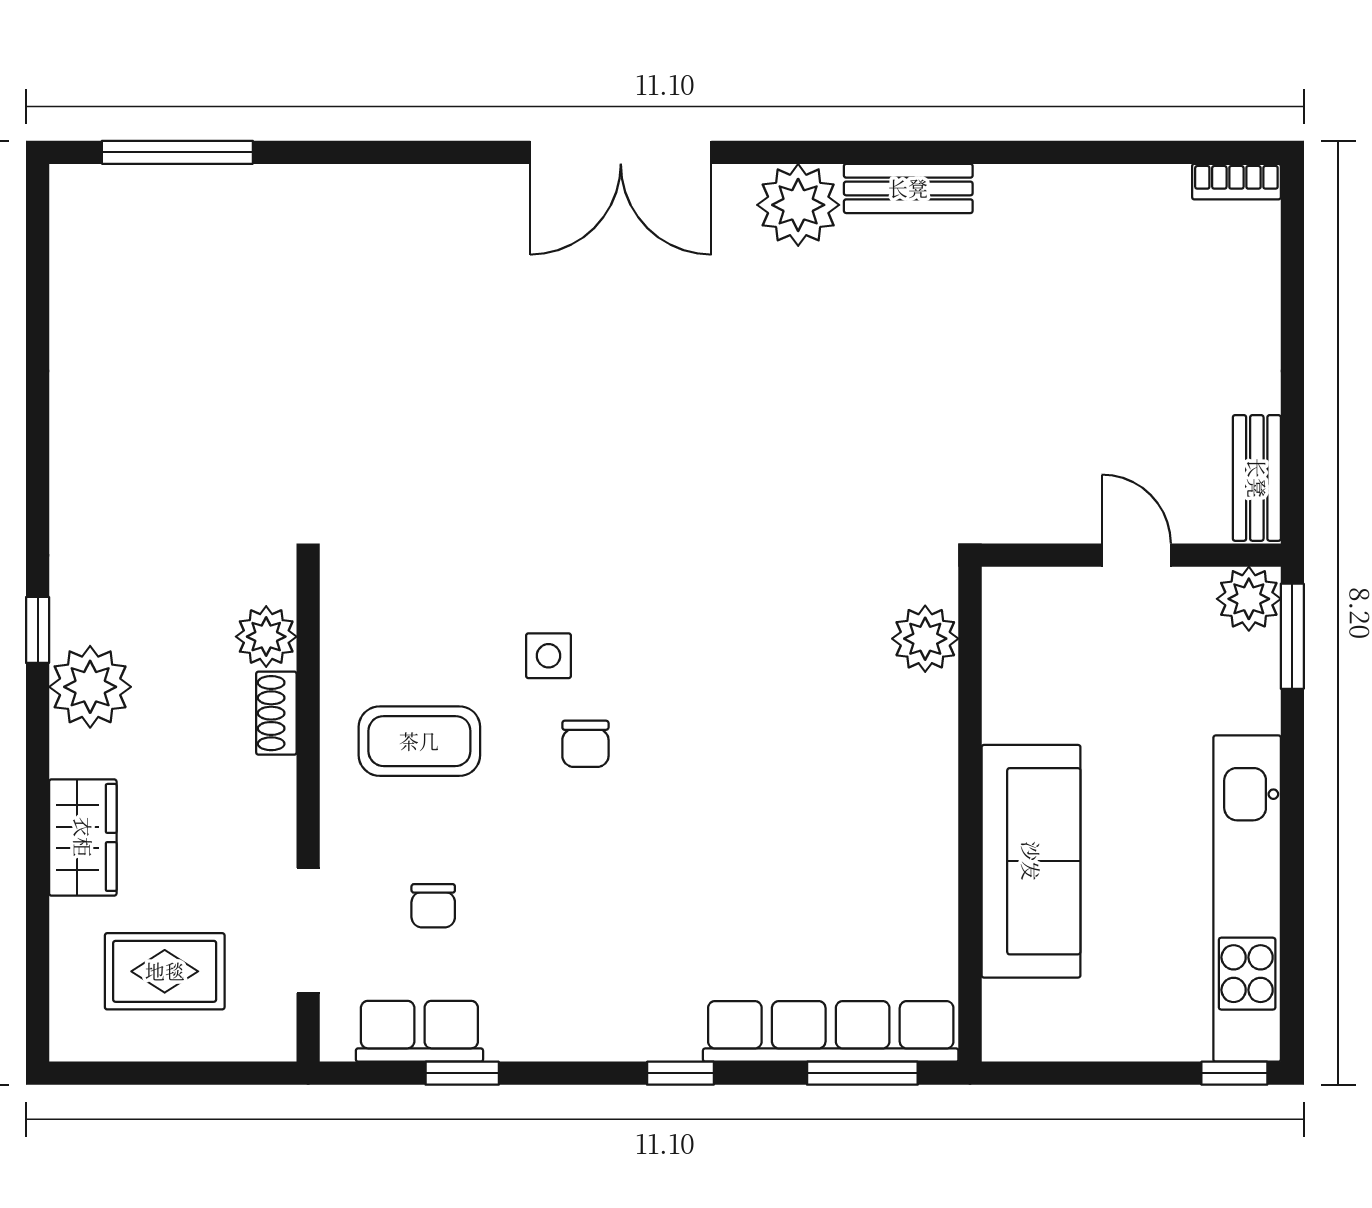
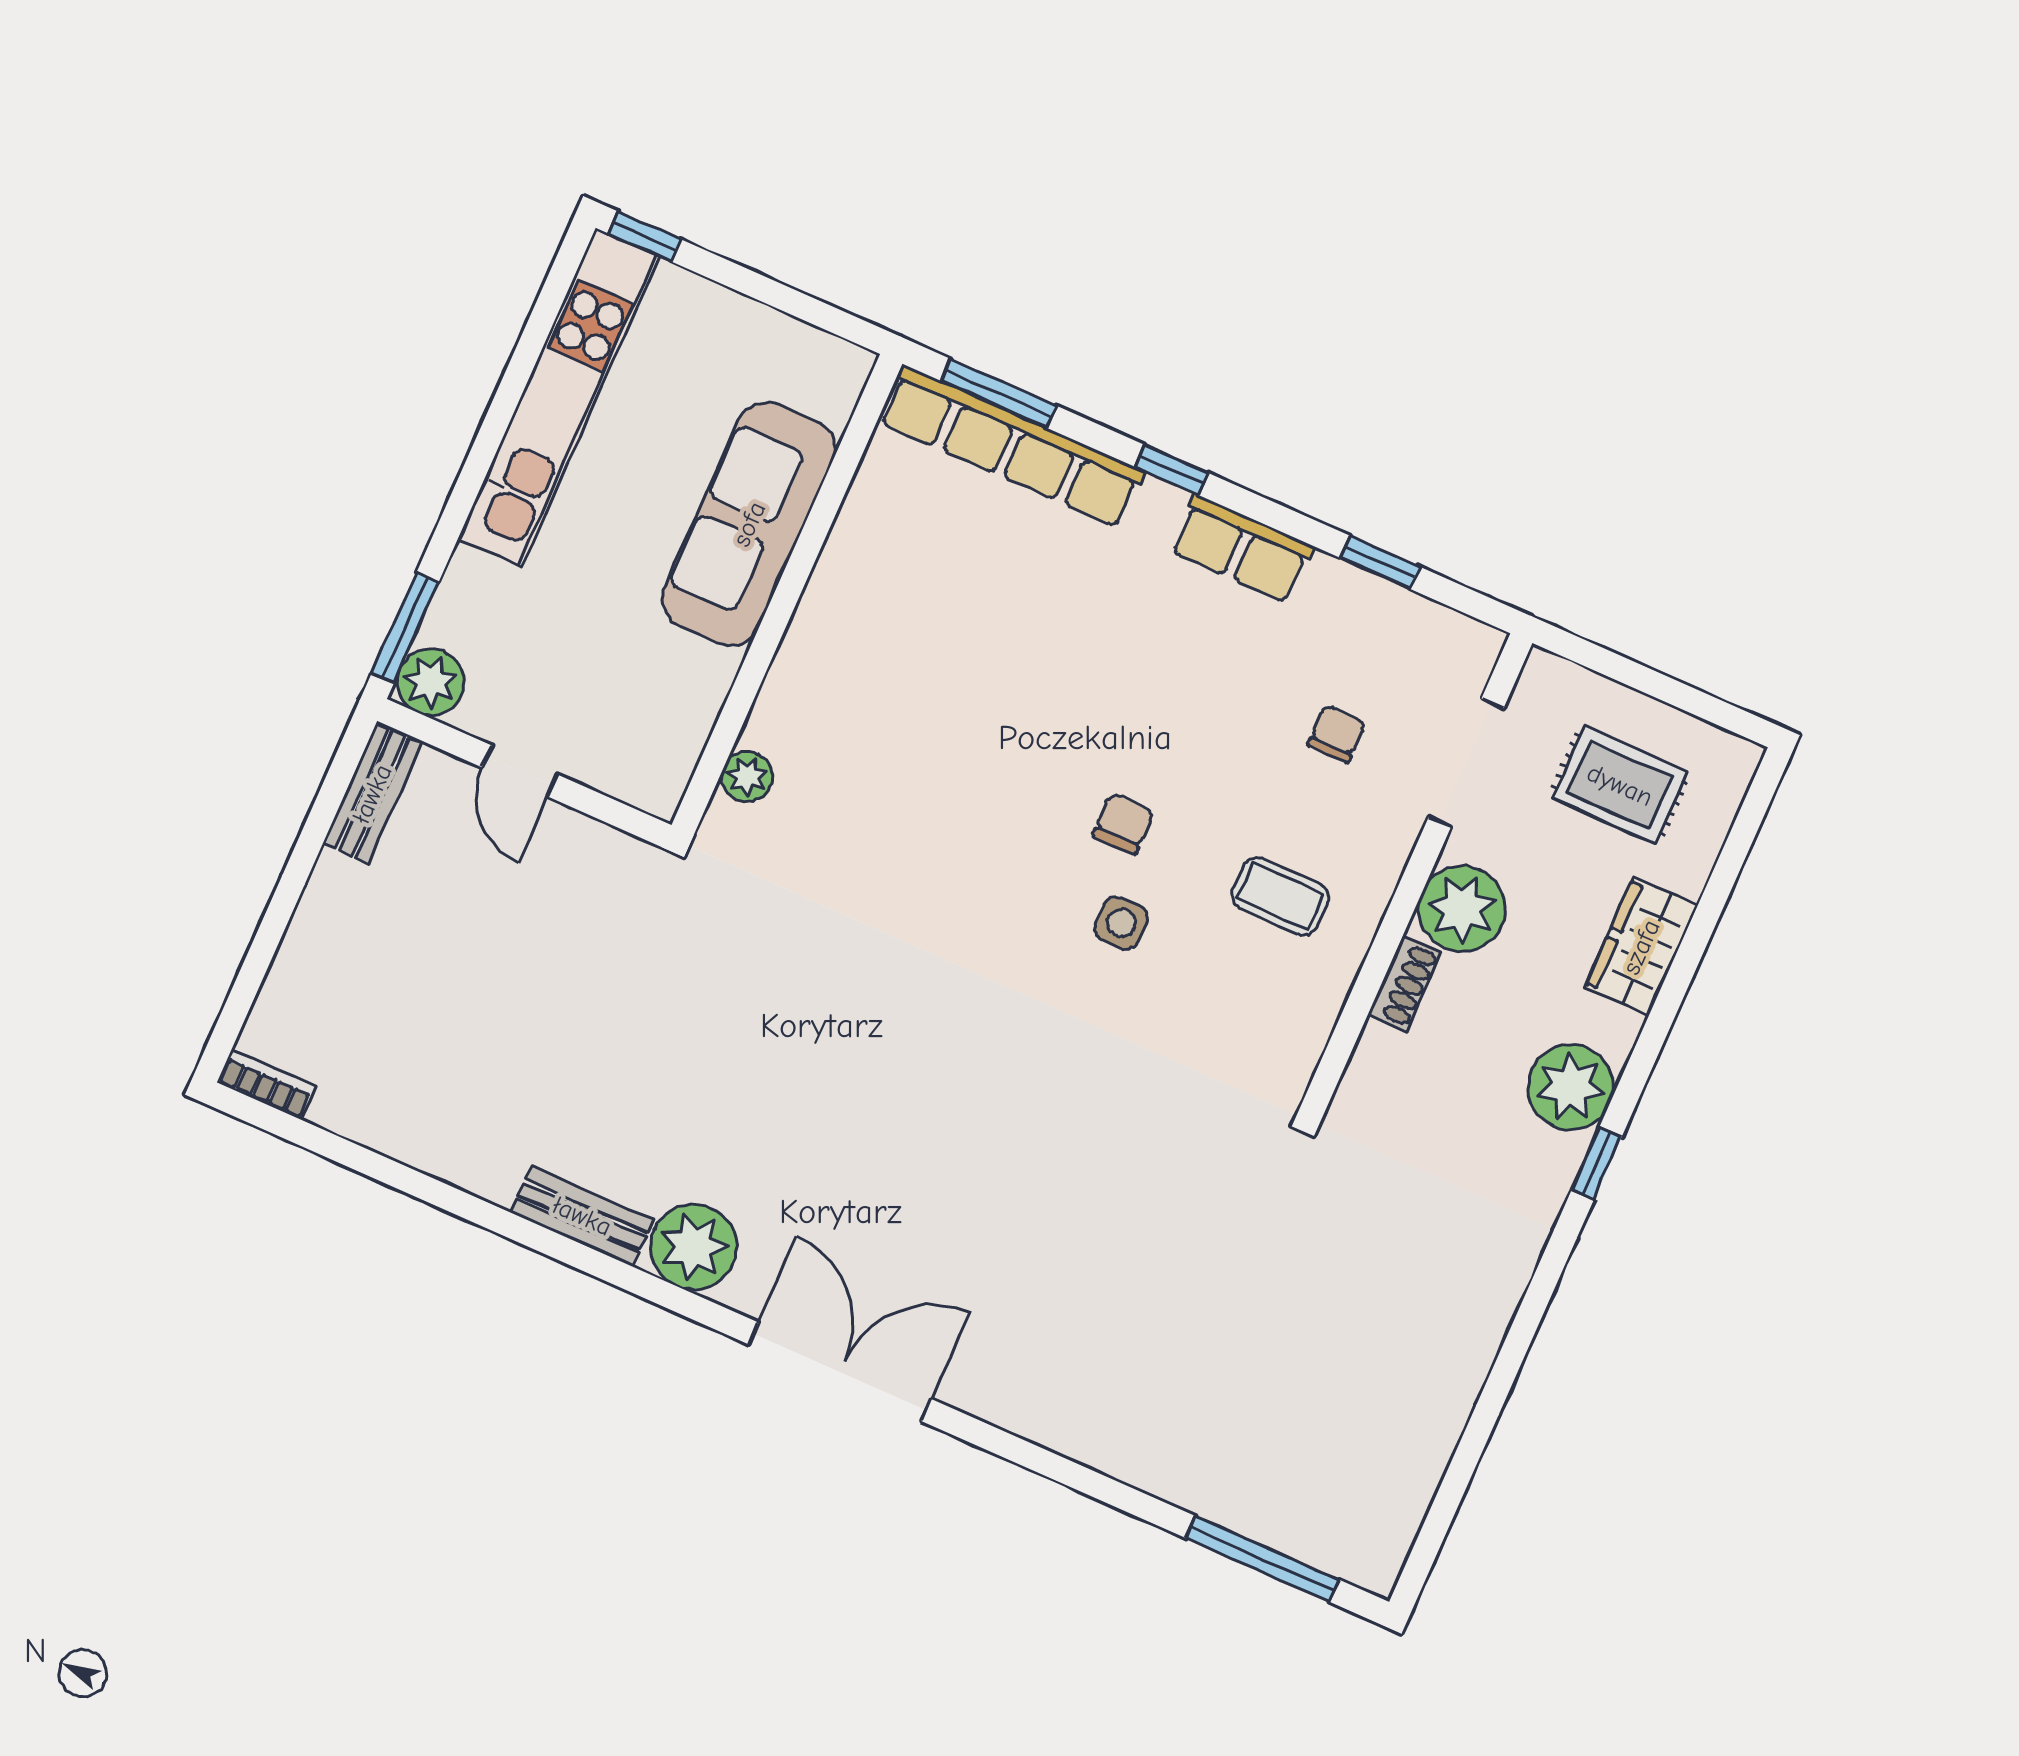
plant: (266, 637) -> (1462, 909), moved, width x1.36, depth x1.36
plant: (925, 639) -> (747, 777), width x0.73, depth x0.73
coffee table: (419, 741) -> (1280, 896), width x0.73, depth x0.77
row of seats: (419, 1031) -> (1241, 549), moved

